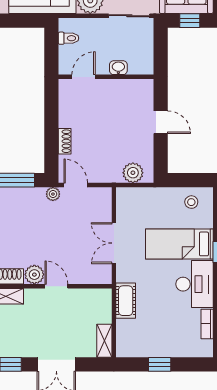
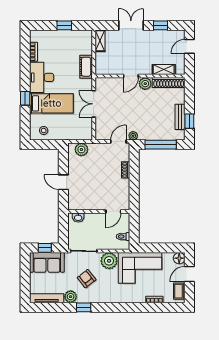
washbasin: (118, 68) -> (78, 217), moved
door: (76, 185) -> (118, 142), swing flipped
double door: (114, 243) -> (94, 104), swing flipped
door: (56, 286) -> (131, 76), hinge flipped

